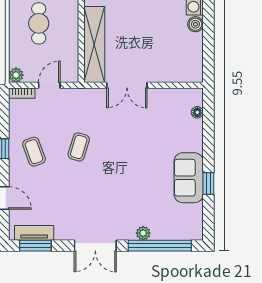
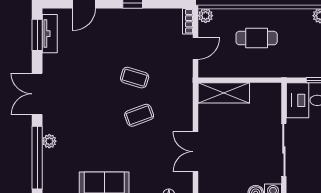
shelving: (94, 44) -> (224, 93), width x0.68
door: (49, 85) -> (196, 49), hinge flipped
double door: (127, 85) -> (196, 152), moved
coffee table: (34, 152) -> (139, 115), moved

